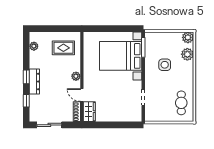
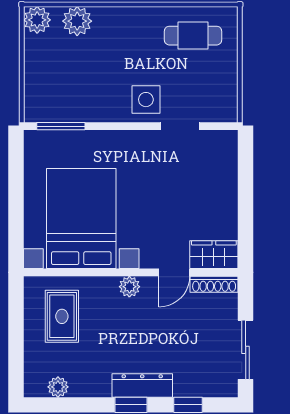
bed with nightstands: (121, 56) -> (81, 219), moved, turned 180
side table: (165, 65) -> (146, 100), moved

